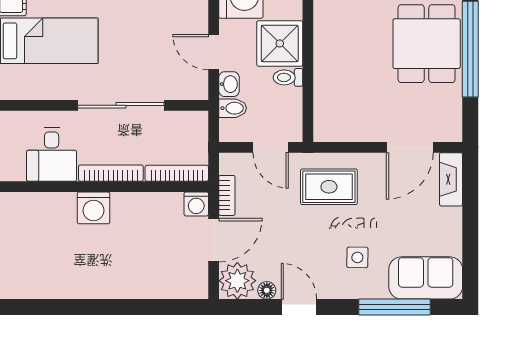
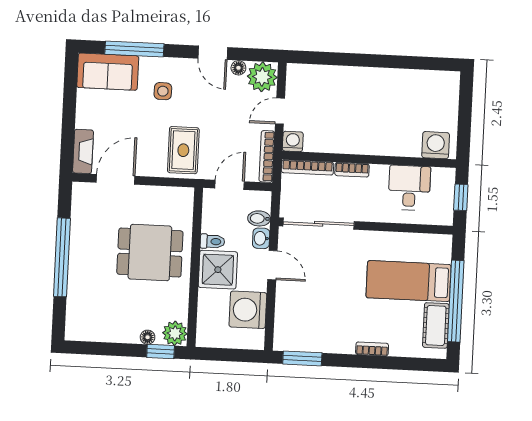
dining table: (427, 44) -> (150, 253), moved, turned 90
sliding door: (121, 105) -> (319, 224), moved
door: (271, 147) -> (230, 185), hinge flipped
bookcase: (111, 173) -> (352, 170), width x0.64
rug: (329, 187) -> (183, 150), turned 90
bookcase: (227, 195) -> (267, 156), width x1.56
washing machine: (94, 208) -> (436, 145), moved
door: (214, 240) -> (280, 111), width x0.73

